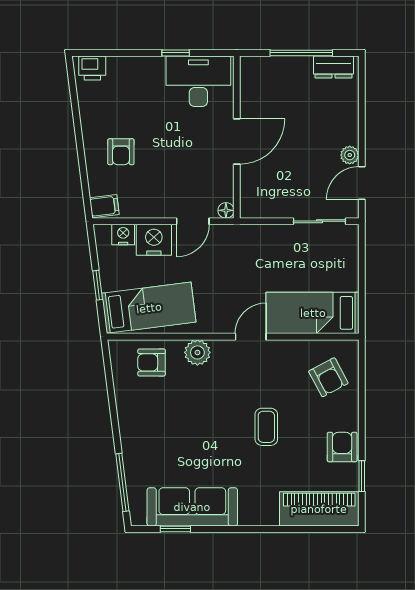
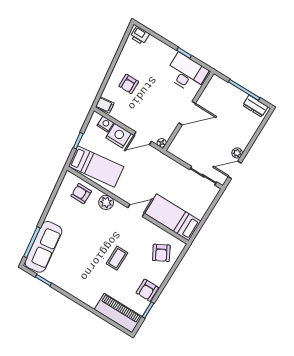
armchair: (342, 447) -> (147, 290), turned 180
sofa: (192, 507) -> (43, 247), moved, turned 83

